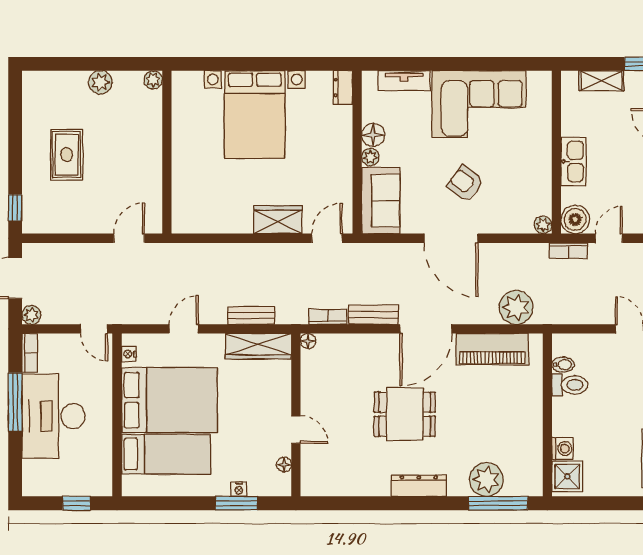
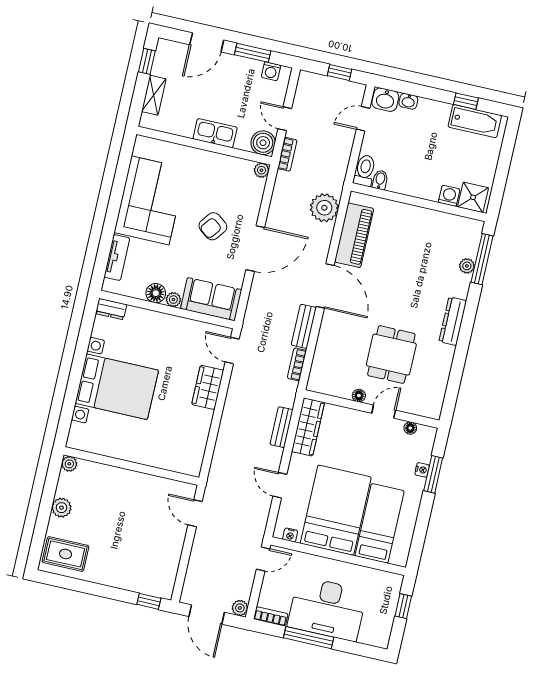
rug: (67, 155) -> (66, 554), moved
floor lamp: (308, 341) -> (359, 396), moved
toilet: (570, 385) -> (365, 170), moved
dining table: (405, 414) -> (391, 355), moved
plant: (486, 480) -> (467, 266), width x0.53, depth x0.53

